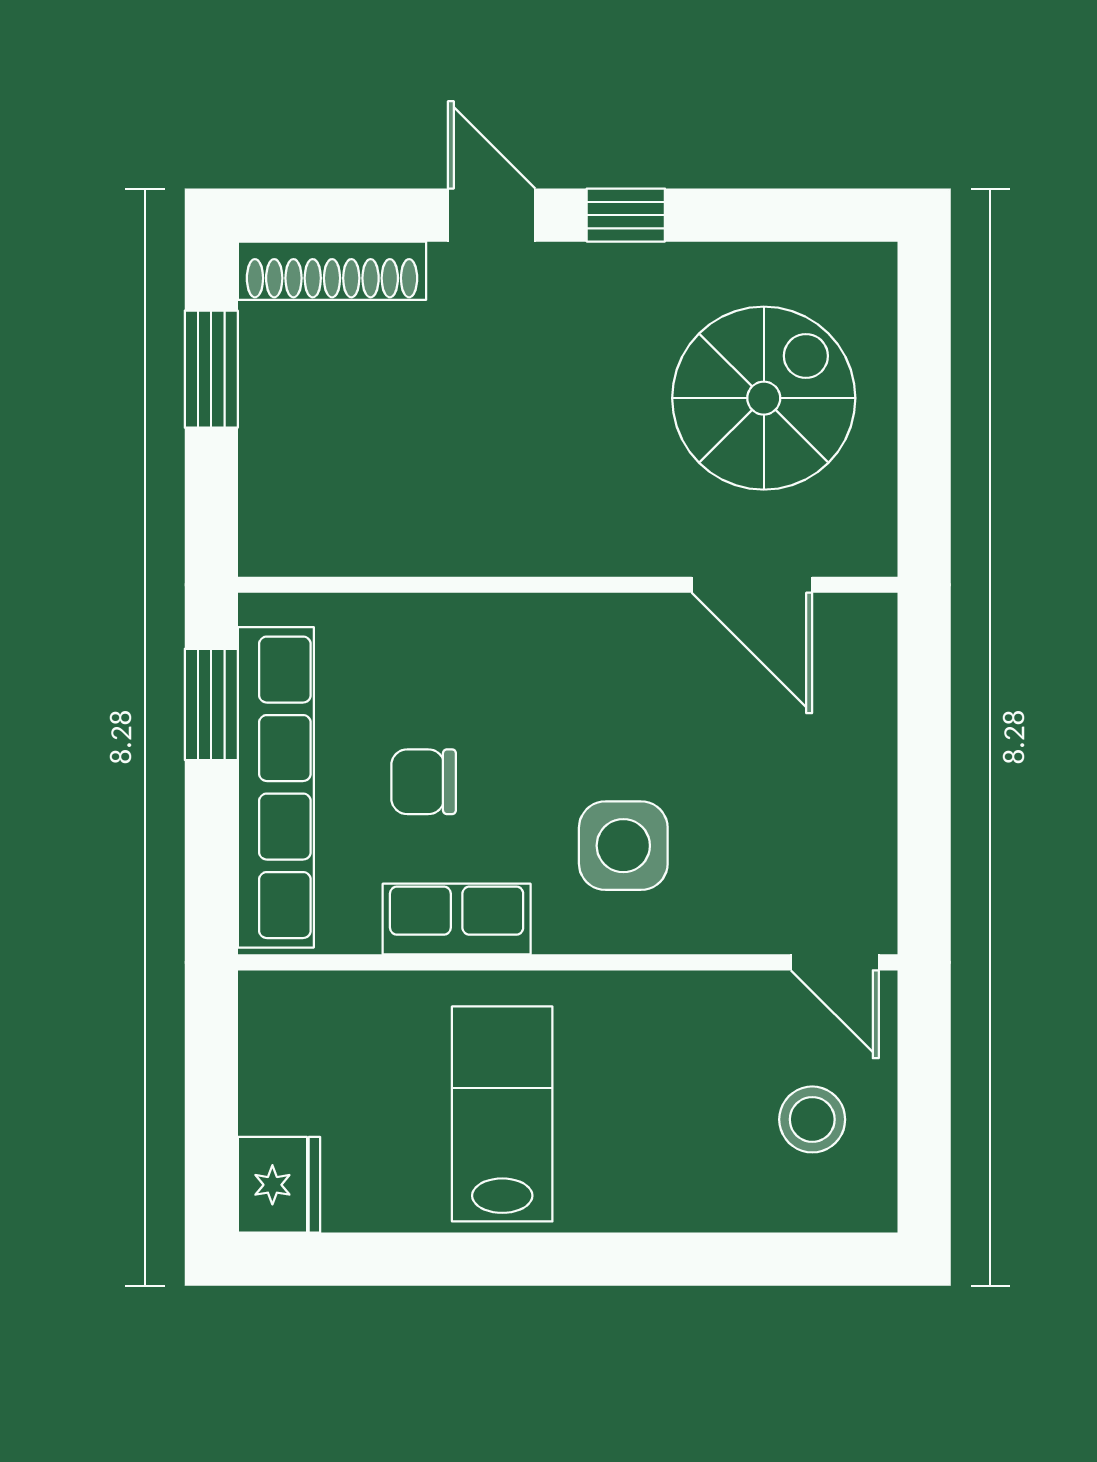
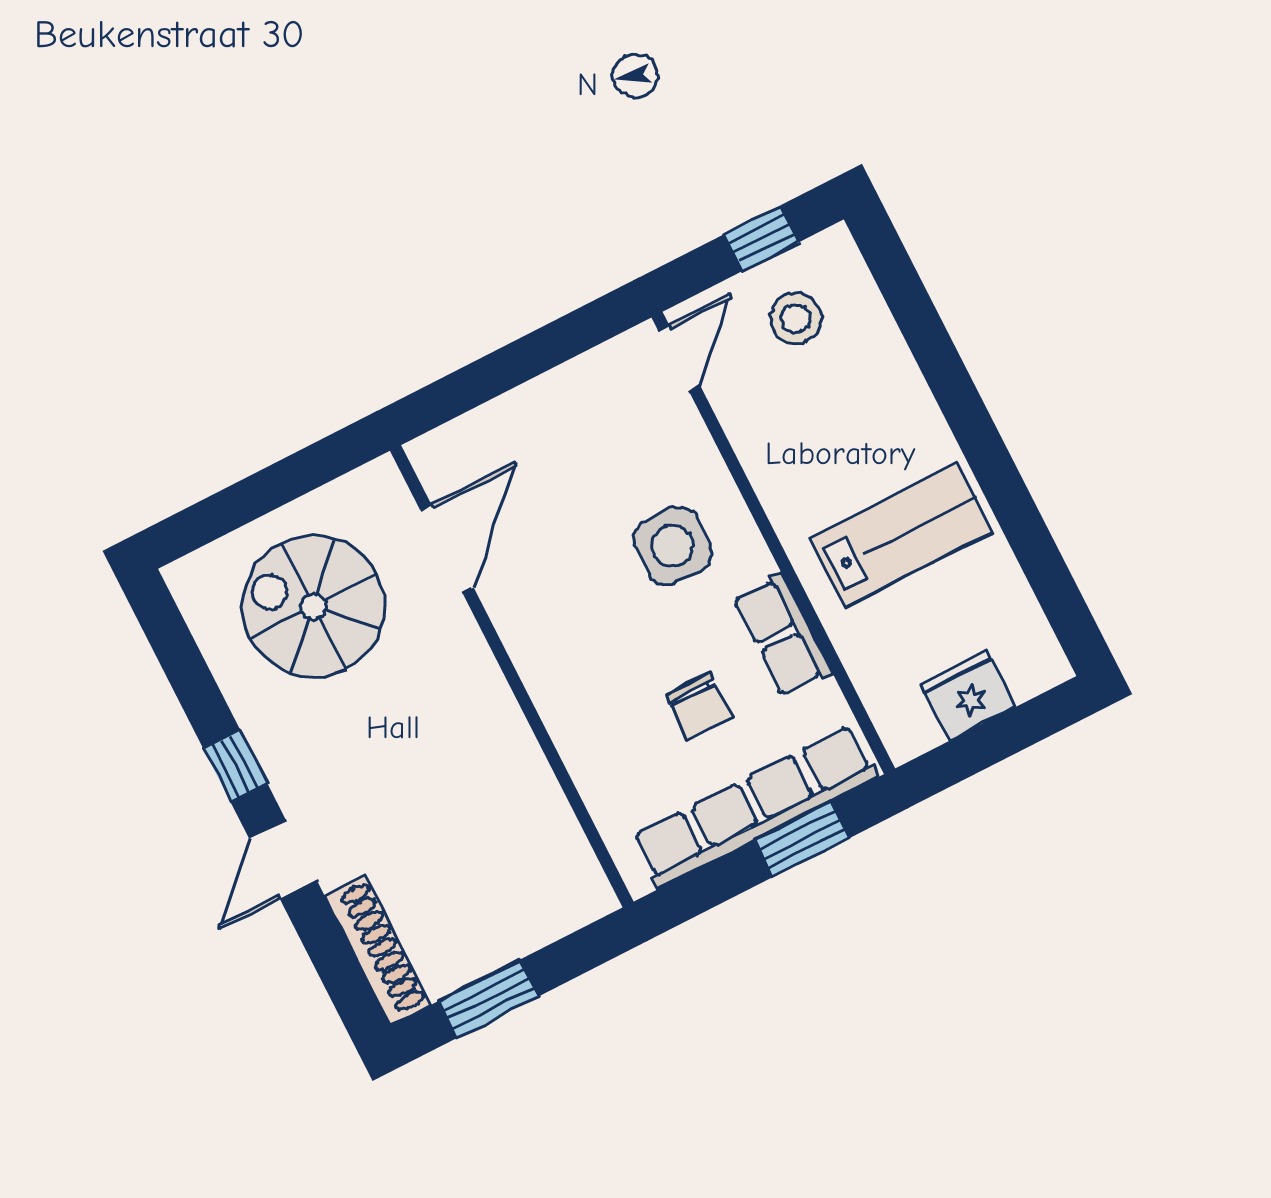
window: (211, 704) -> (802, 839), moved
lab bench: (502, 1114) -> (901, 535), turned 180
window: (924, 1127) -> (762, 238), added
fridge: (279, 1185) -> (968, 695), moved

